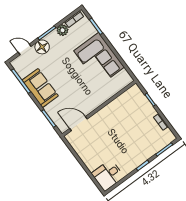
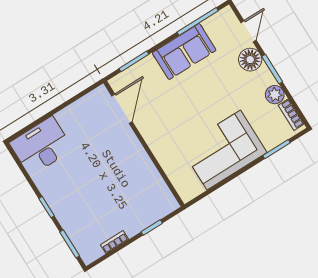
desk: (108, 175) -> (41, 146), width x1.37

